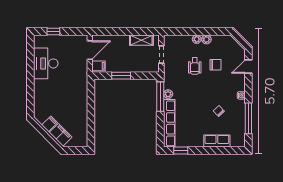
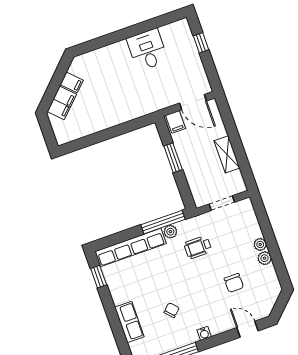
shelving: (141, 40) -> (227, 154), moved
desk: (46, 63) -> (147, 50), width x0.73
wheelchair: (195, 66) -> (198, 247), moved

